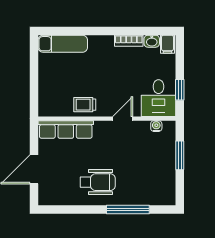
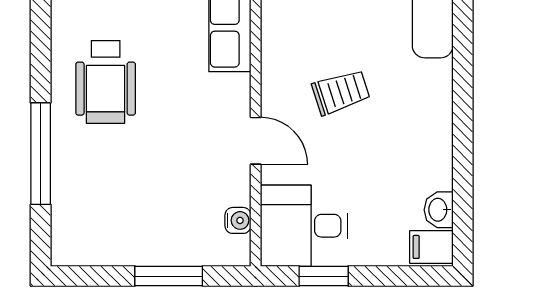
bookcase: (129, 41) -> (440, 156), removed
trolley: (85, 105) -> (341, 92), moved, turned 72

